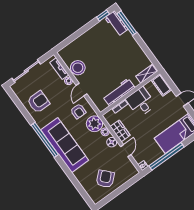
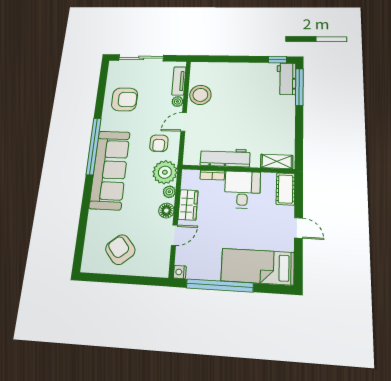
armchair: (105, 179) -> (120, 250), turned -87

